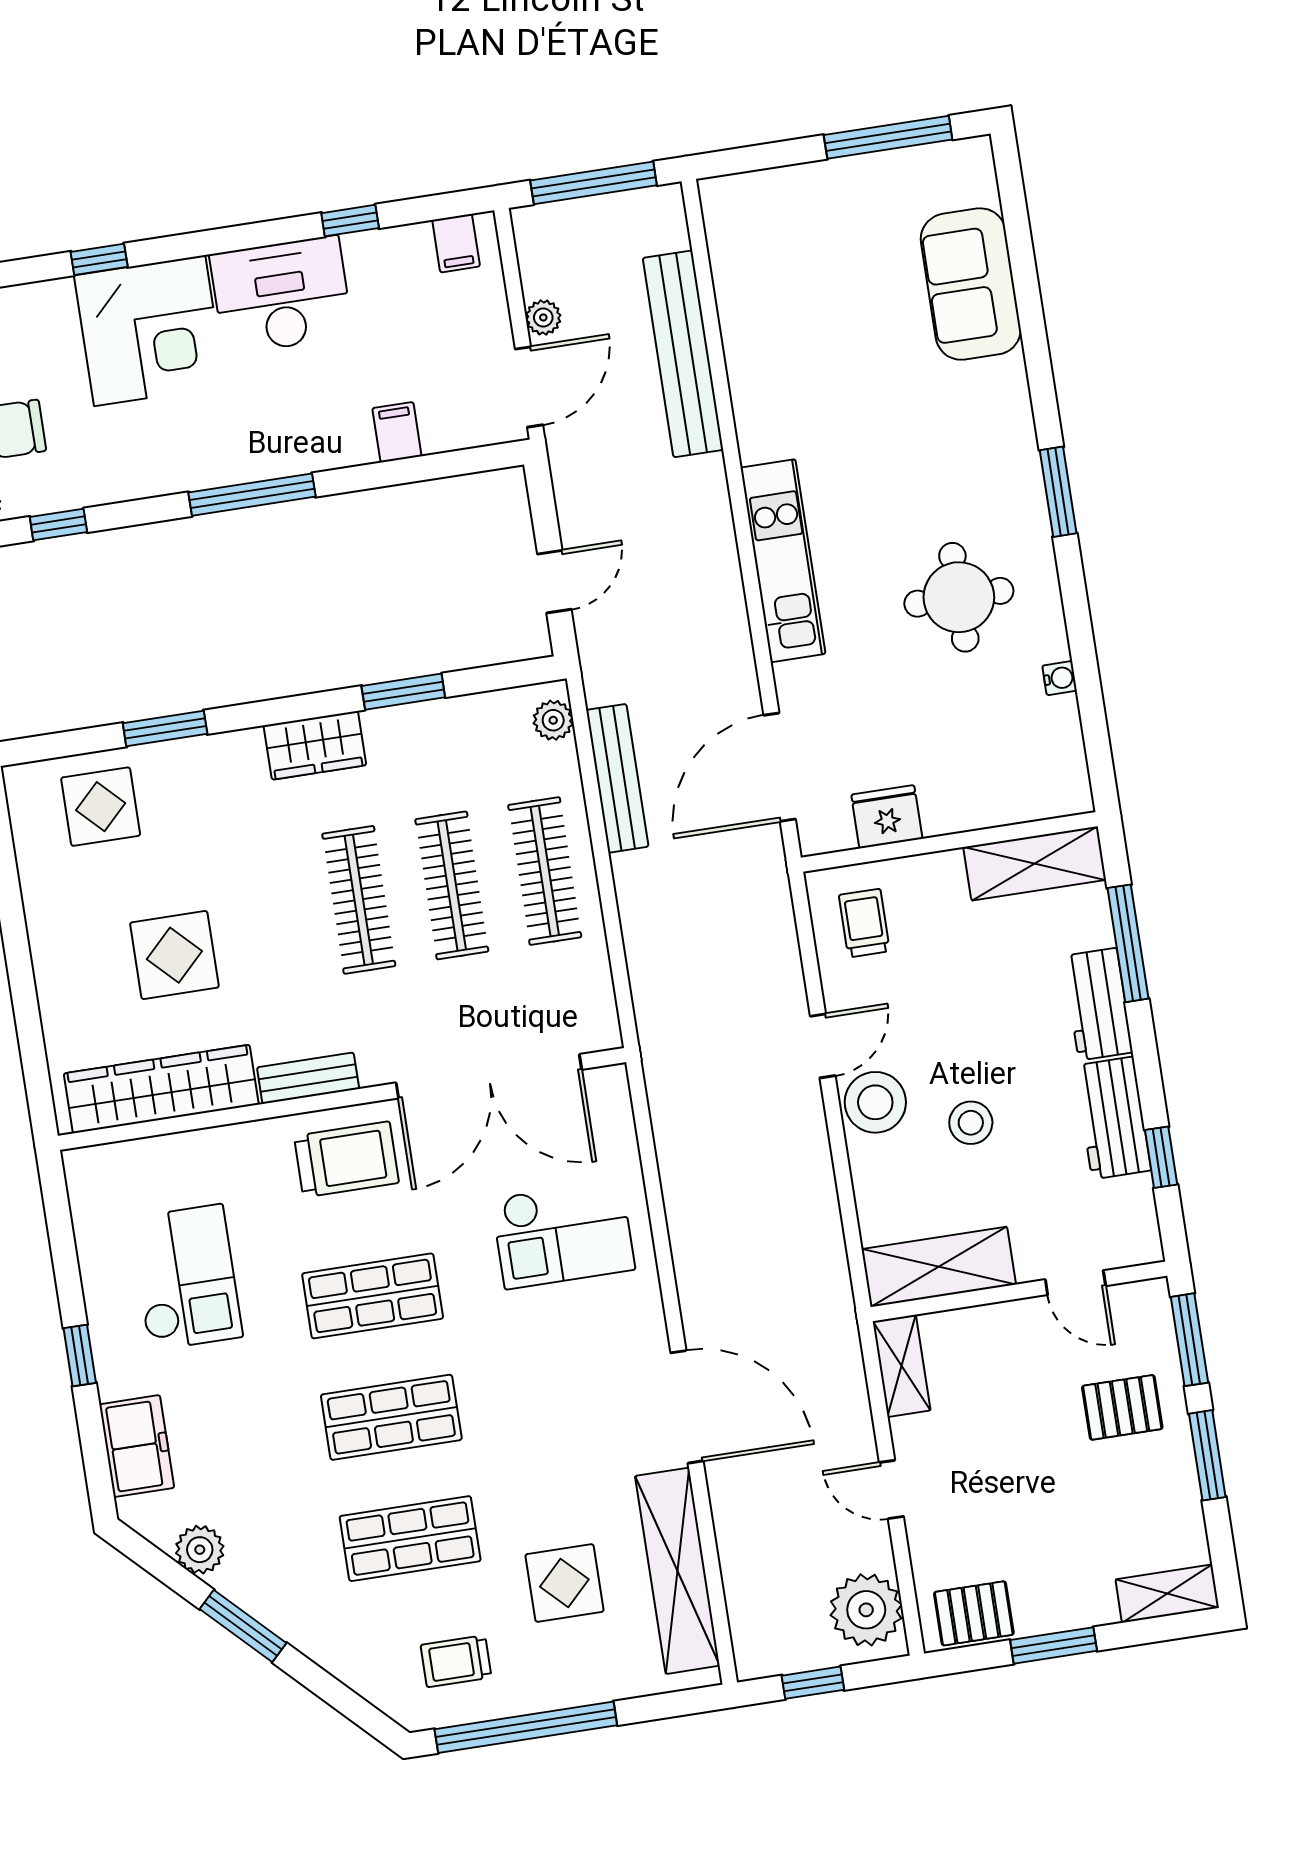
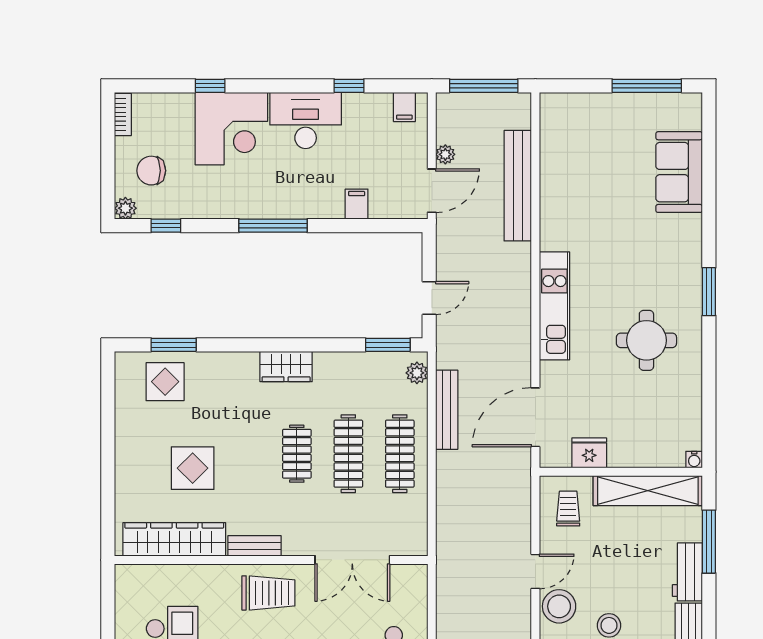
water cooler: (1060, 678) -> (694, 460), moved, turned 90
window: (403, 692) -> (388, 345), moved
window: (165, 729) -> (174, 345), moved
shelving: (1035, 863) -> (648, 491), width x1.47
clothes rail: (359, 900) -> (297, 454), width x0.73
double door: (489, 1076) -> (352, 560), width x0.73

